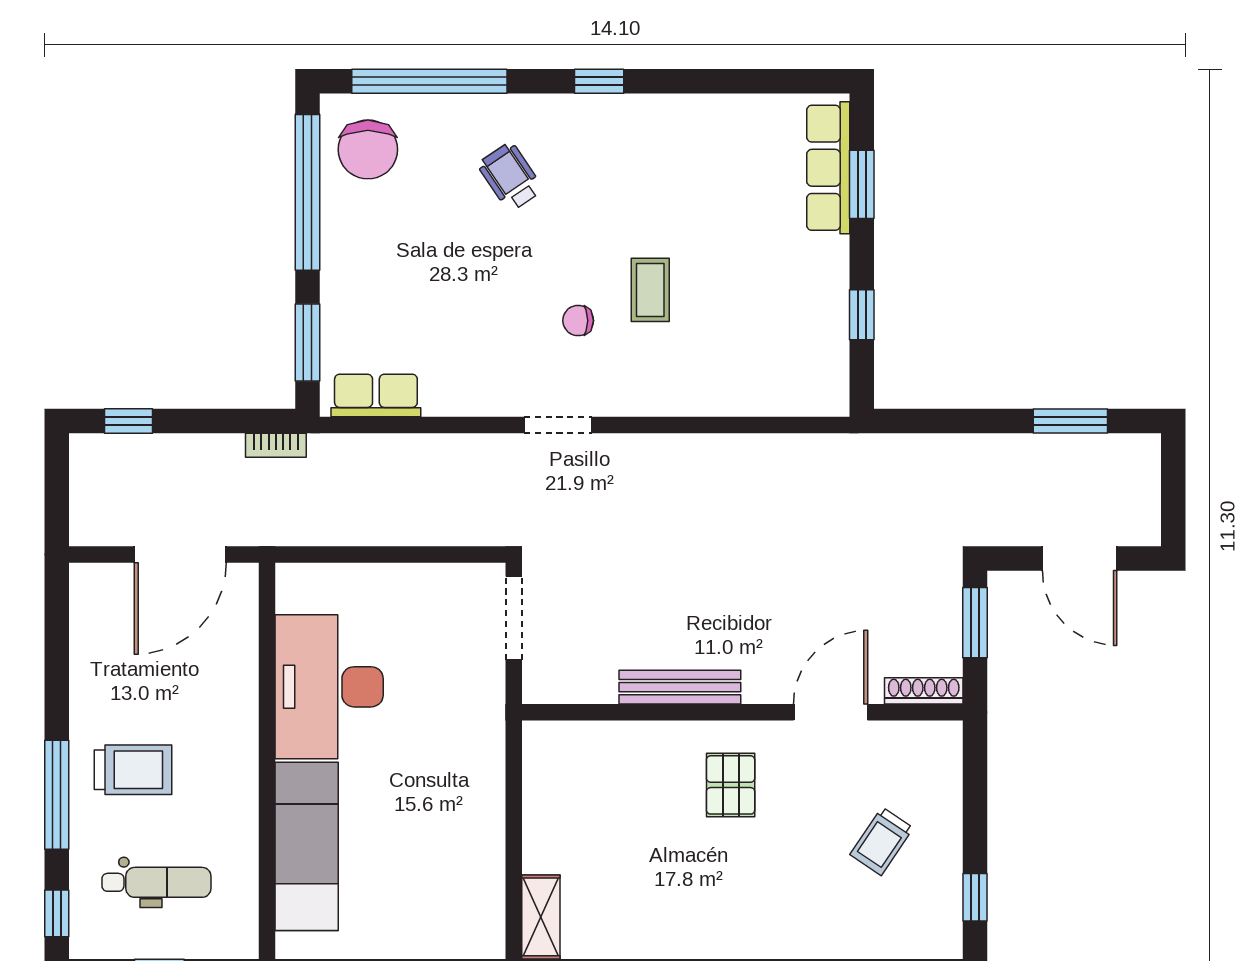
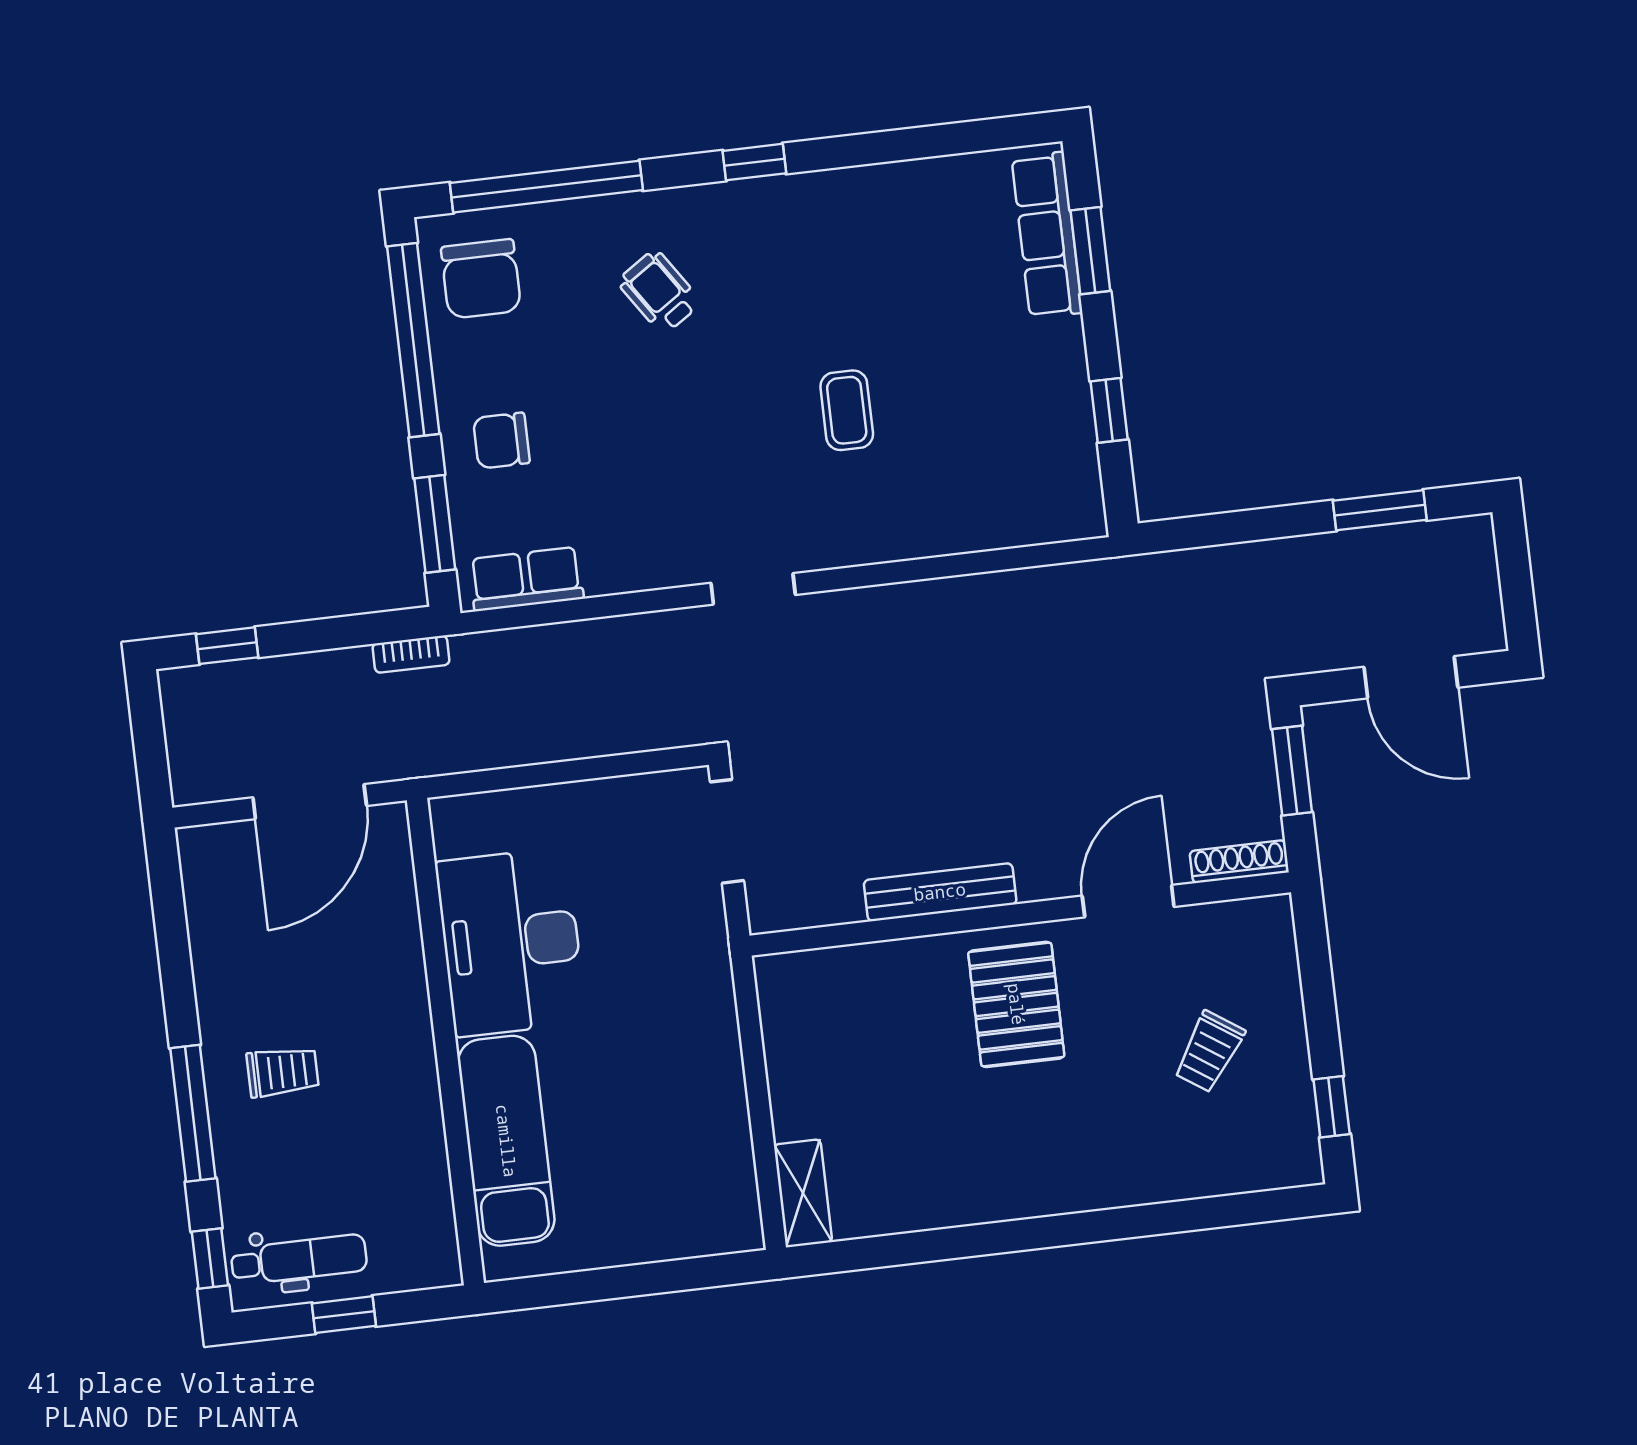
chair: (578, 321) -> (501, 441), moved, width x1.37, depth x1.37
trolley: (133, 770) -> (283, 1072), width x0.73, depth x0.72
pallet: (731, 785) -> (1016, 1004), width x1.50, depth x1.42
dental chair: (156, 882) -> (299, 1260), moved

